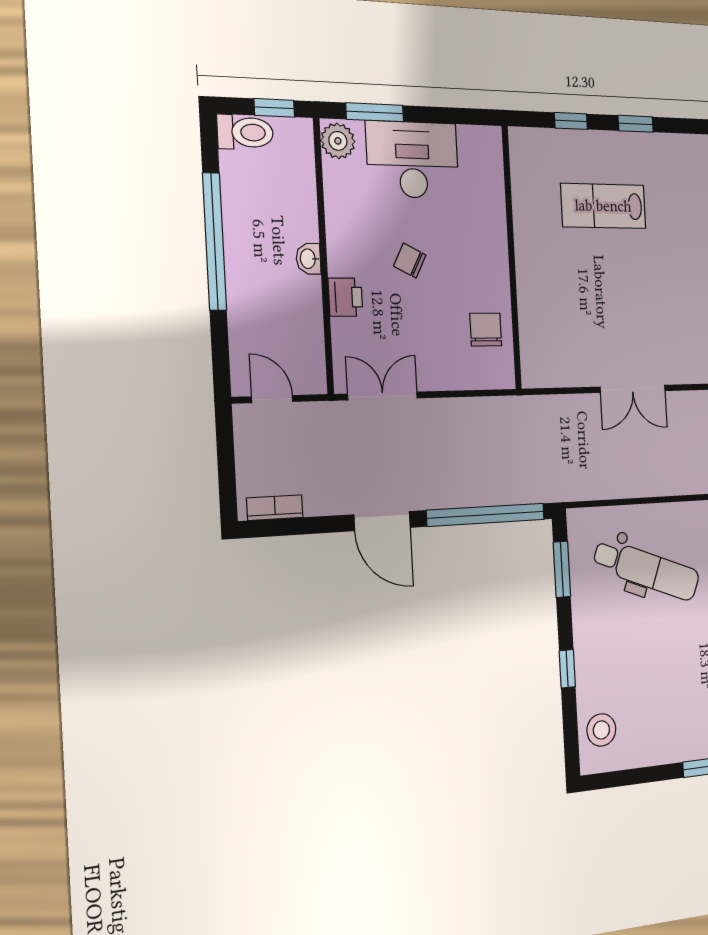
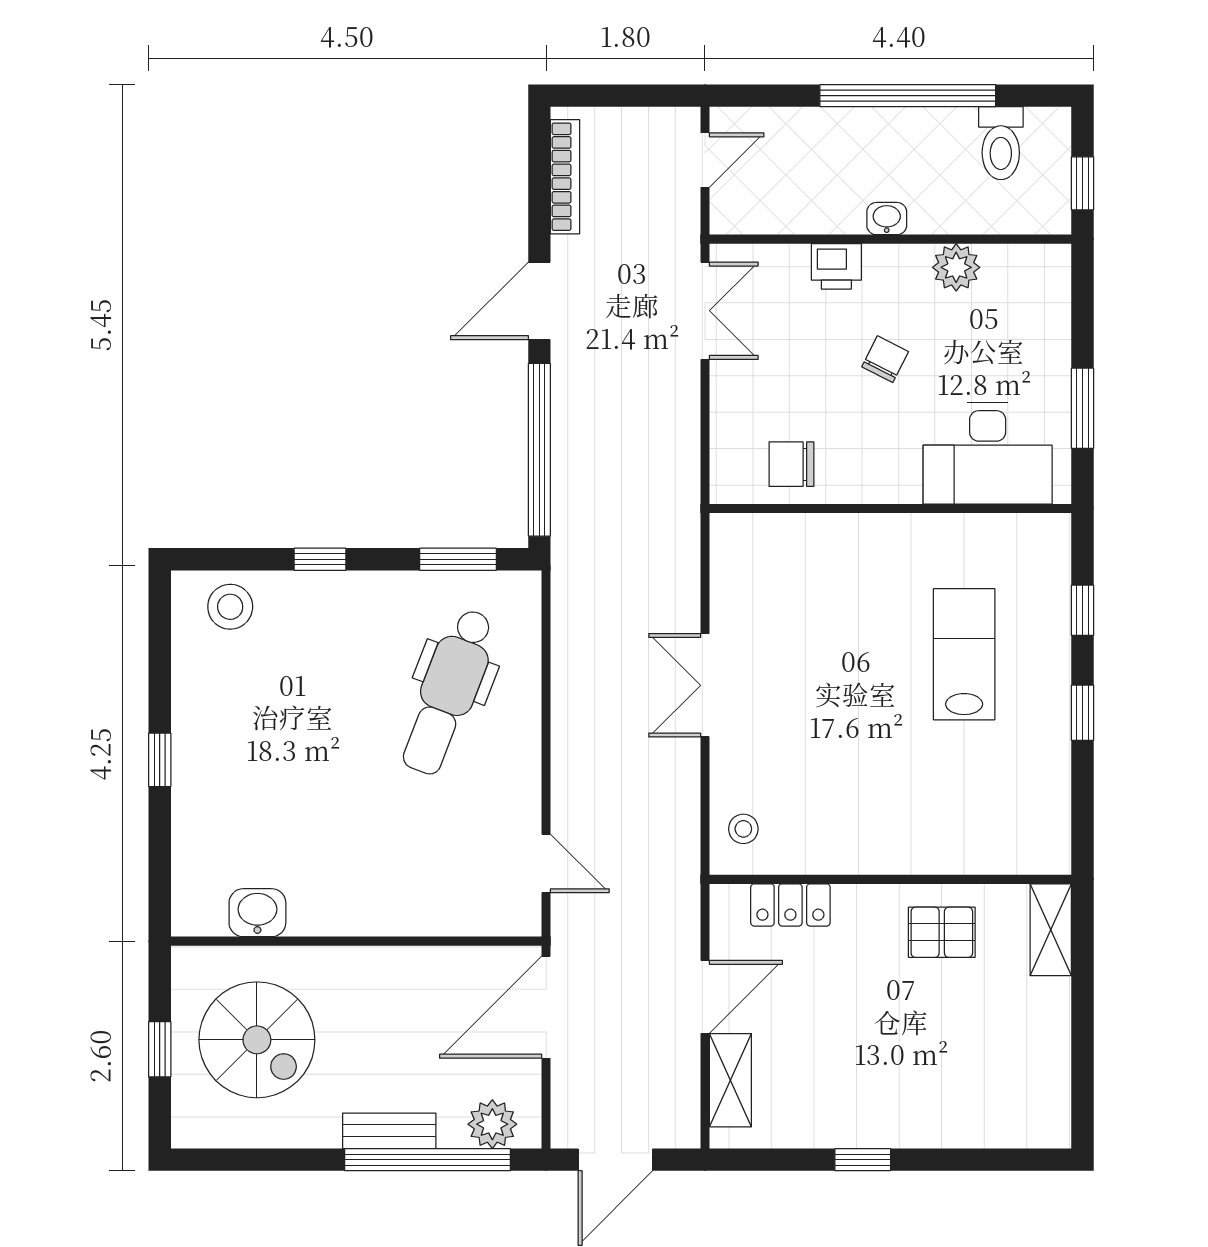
window: (375, 112) -> (1082, 408), moved
toilet: (245, 132) -> (1001, 143), moved
plant: (338, 141) -> (956, 267), moved
desk: (413, 160) -> (988, 453), moved, turned 90
chair: (486, 330) -> (791, 464), turned 180
bookcase: (275, 508) -> (565, 177), width x1.56

